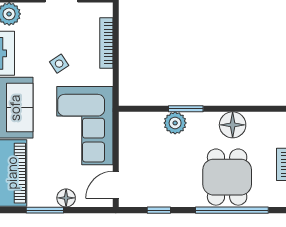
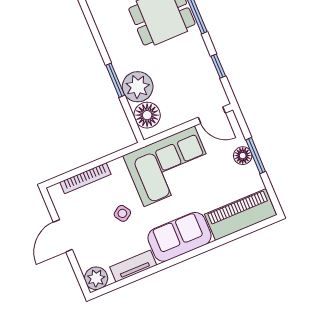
plant: (175, 123) -> (138, 87), width x1.36, depth x1.36
floor lamp: (233, 125) -> (147, 115), moved
window: (45, 210) -> (256, 156), moved

